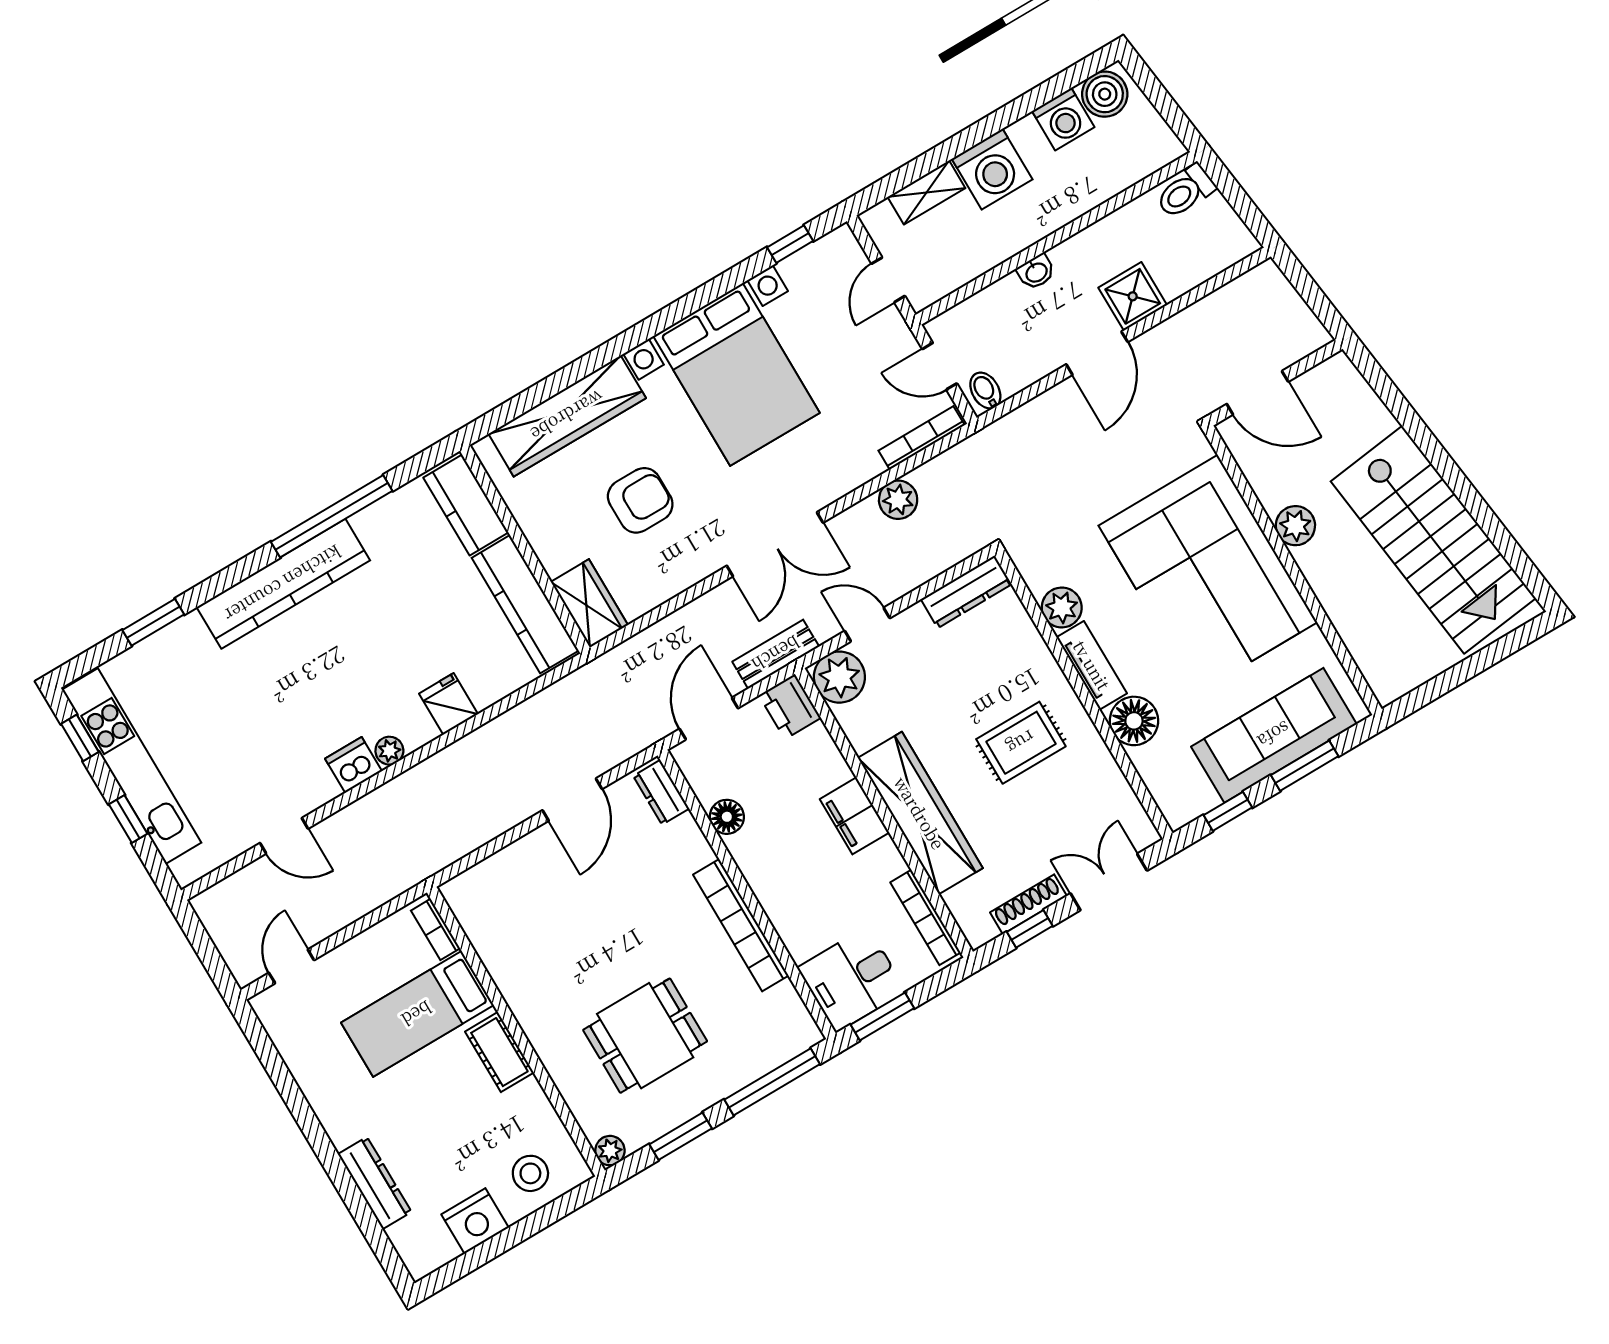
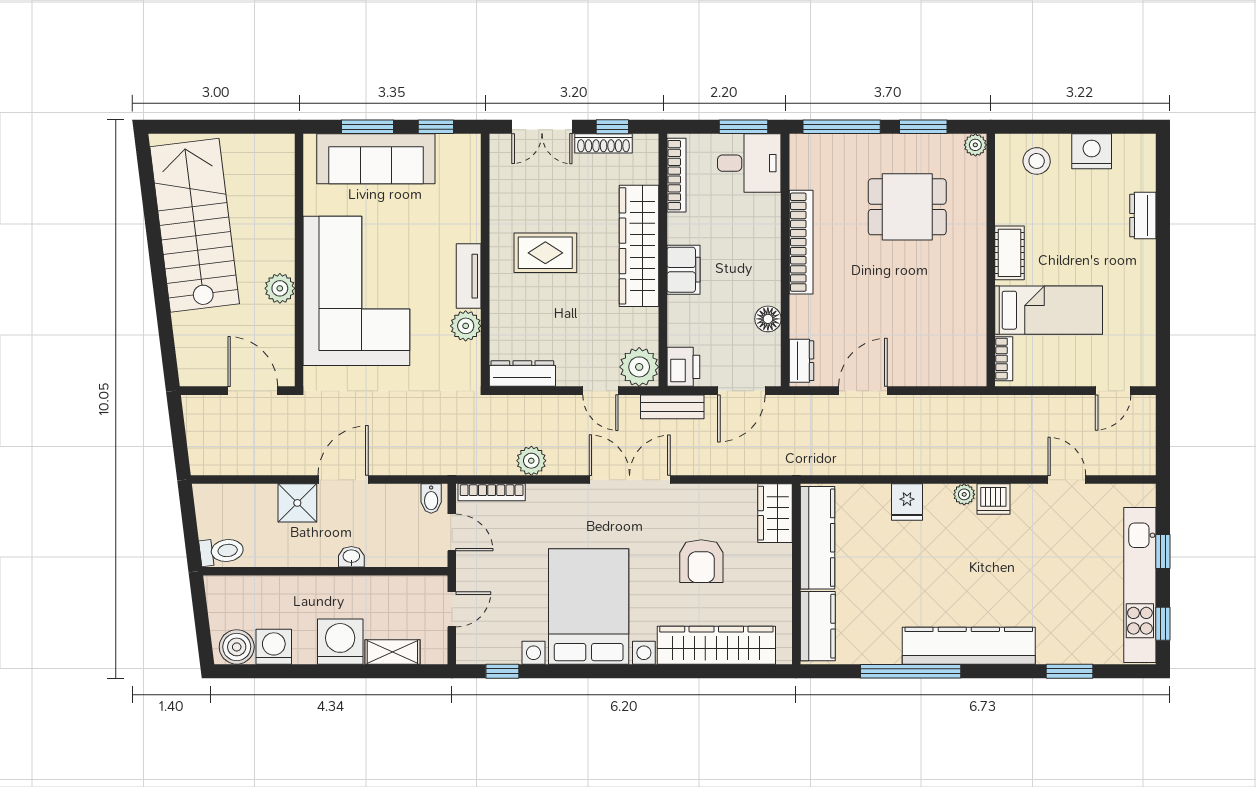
armchair: (640, 500) -> (701, 561), turned -90
floor lamp: (1134, 721) -> (462, 223), removed
dresser: (375, 1183) -> (1143, 216), width x0.70

